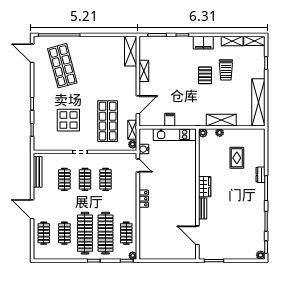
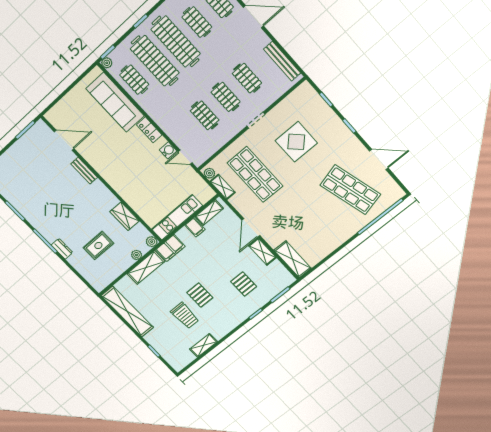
shelving: (254, 41) -> (209, 213), moved
filing cabinet: (203, 43) -> (170, 248), moved, turned 180
door: (32, 53) -> (379, 159), moved
pallet: (173, 60) -> (244, 284), added
trolley: (226, 70) -> (185, 316), turned 180
door: (138, 105) -> (251, 228), moved
water cooler: (144, 149) -> (168, 150), moved
rug: (237, 158) -> (98, 245), turned 90
wardrobe: (205, 187) -> (125, 216), moved
sofa: (148, 230) -> (115, 102), added

